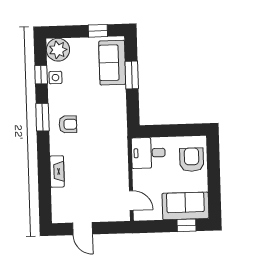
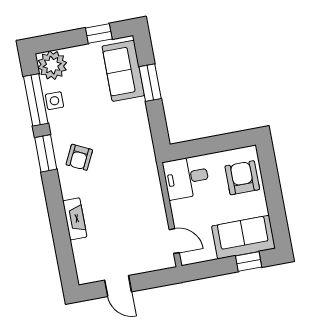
window: (41, 75) -> (36, 100), width x2.17
armchair: (68, 124) -> (79, 157), turned 116

